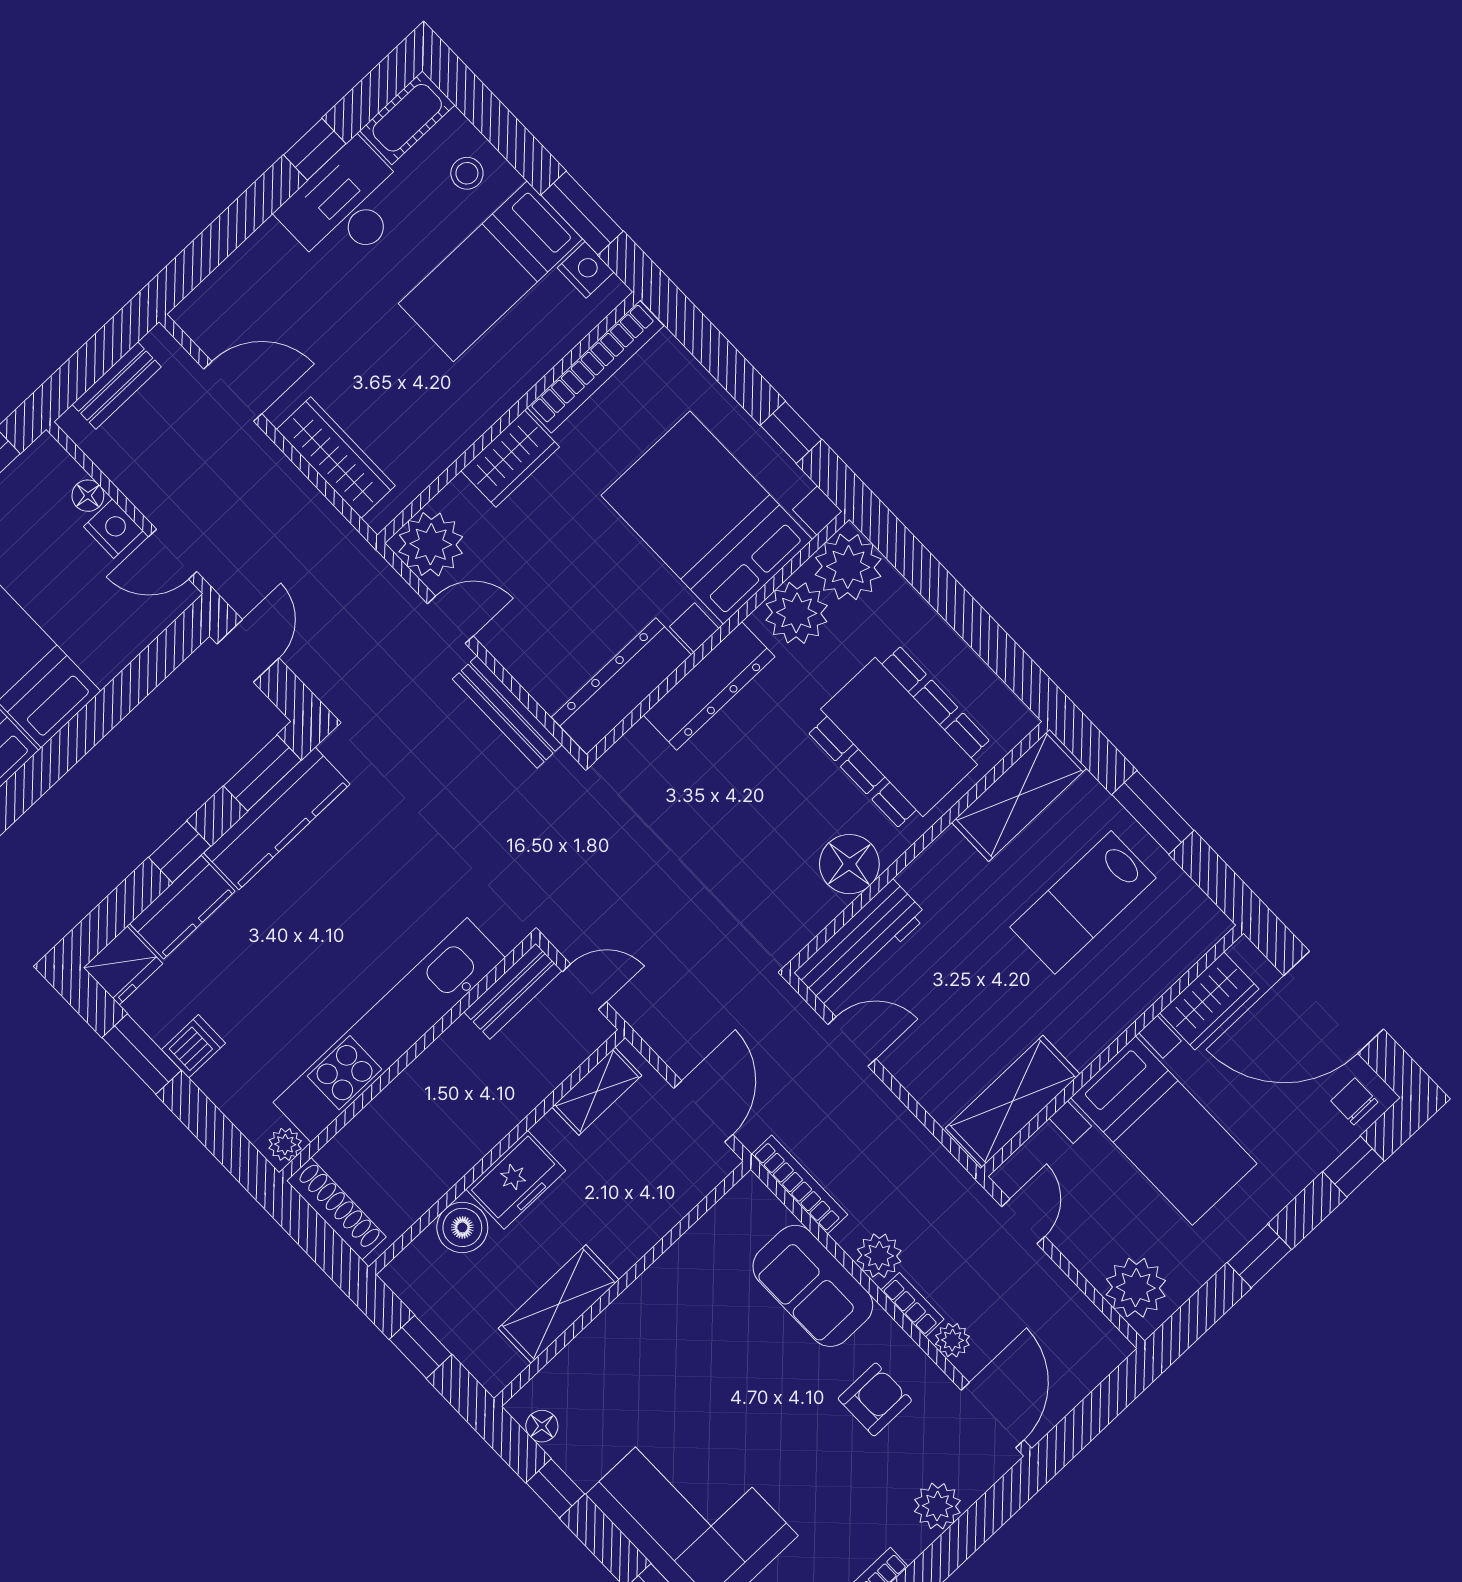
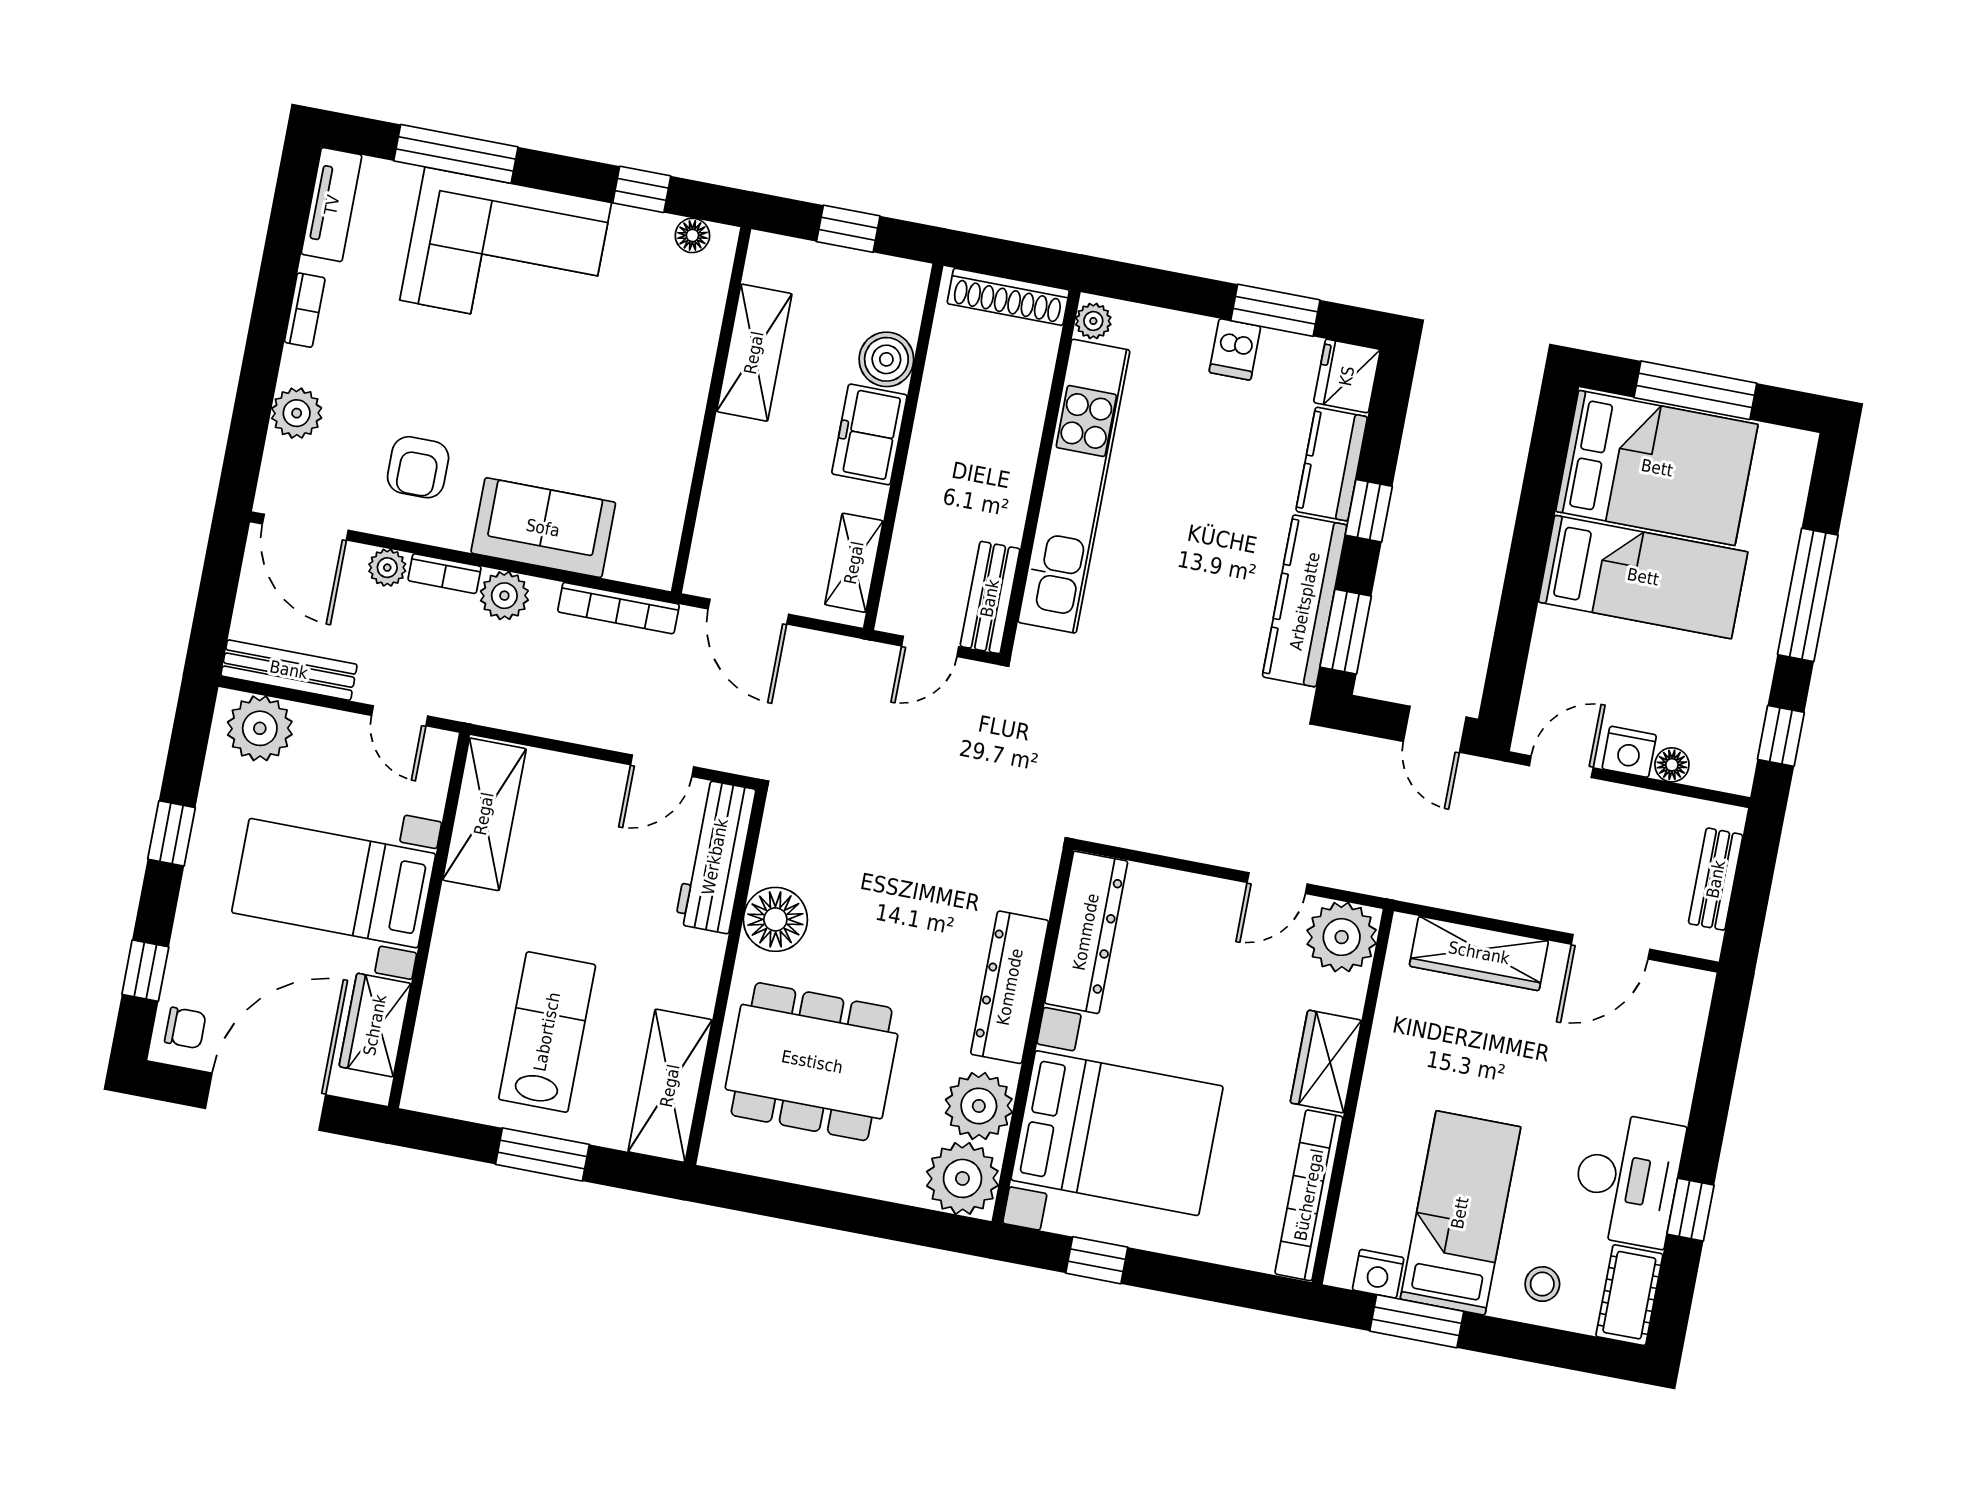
bench: (507, 712) -> (289, 670), moved

